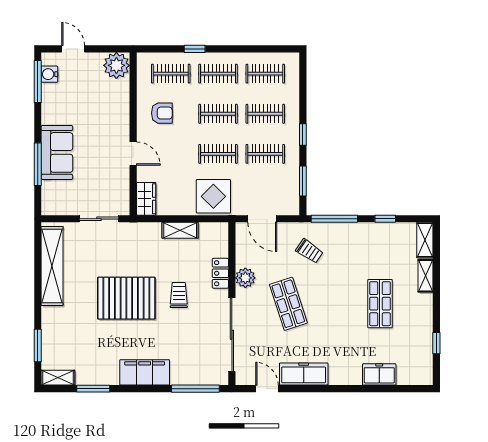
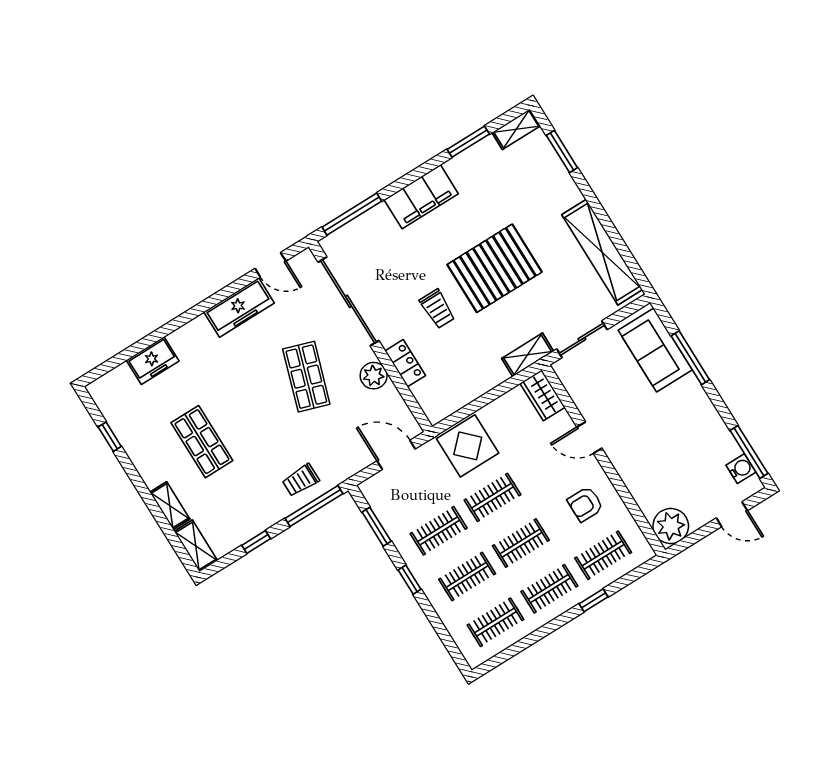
sofa: (57, 152) -> (655, 350), moved
shelving: (180, 230) -> (528, 355), moved
trolley: (309, 251) -> (301, 480), moved, turned -34
shop shelf: (288, 304) -> (306, 377), turned 36

